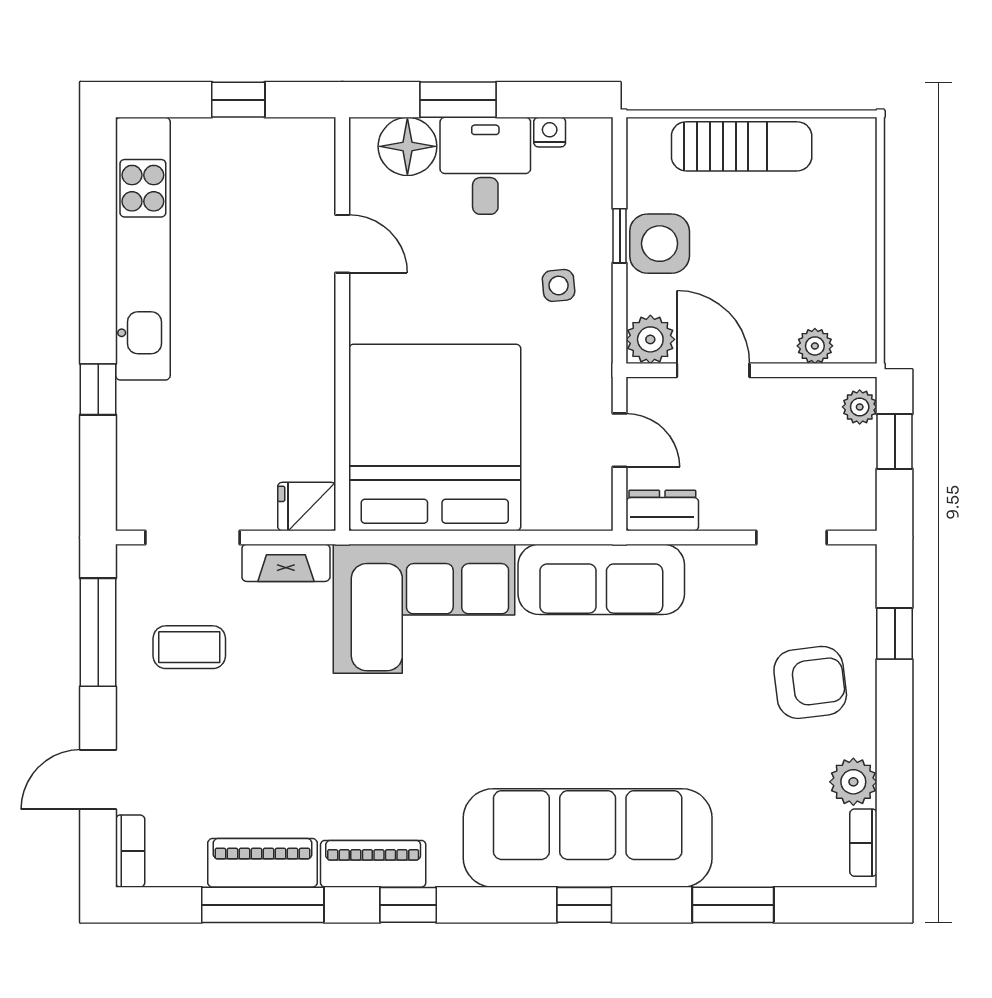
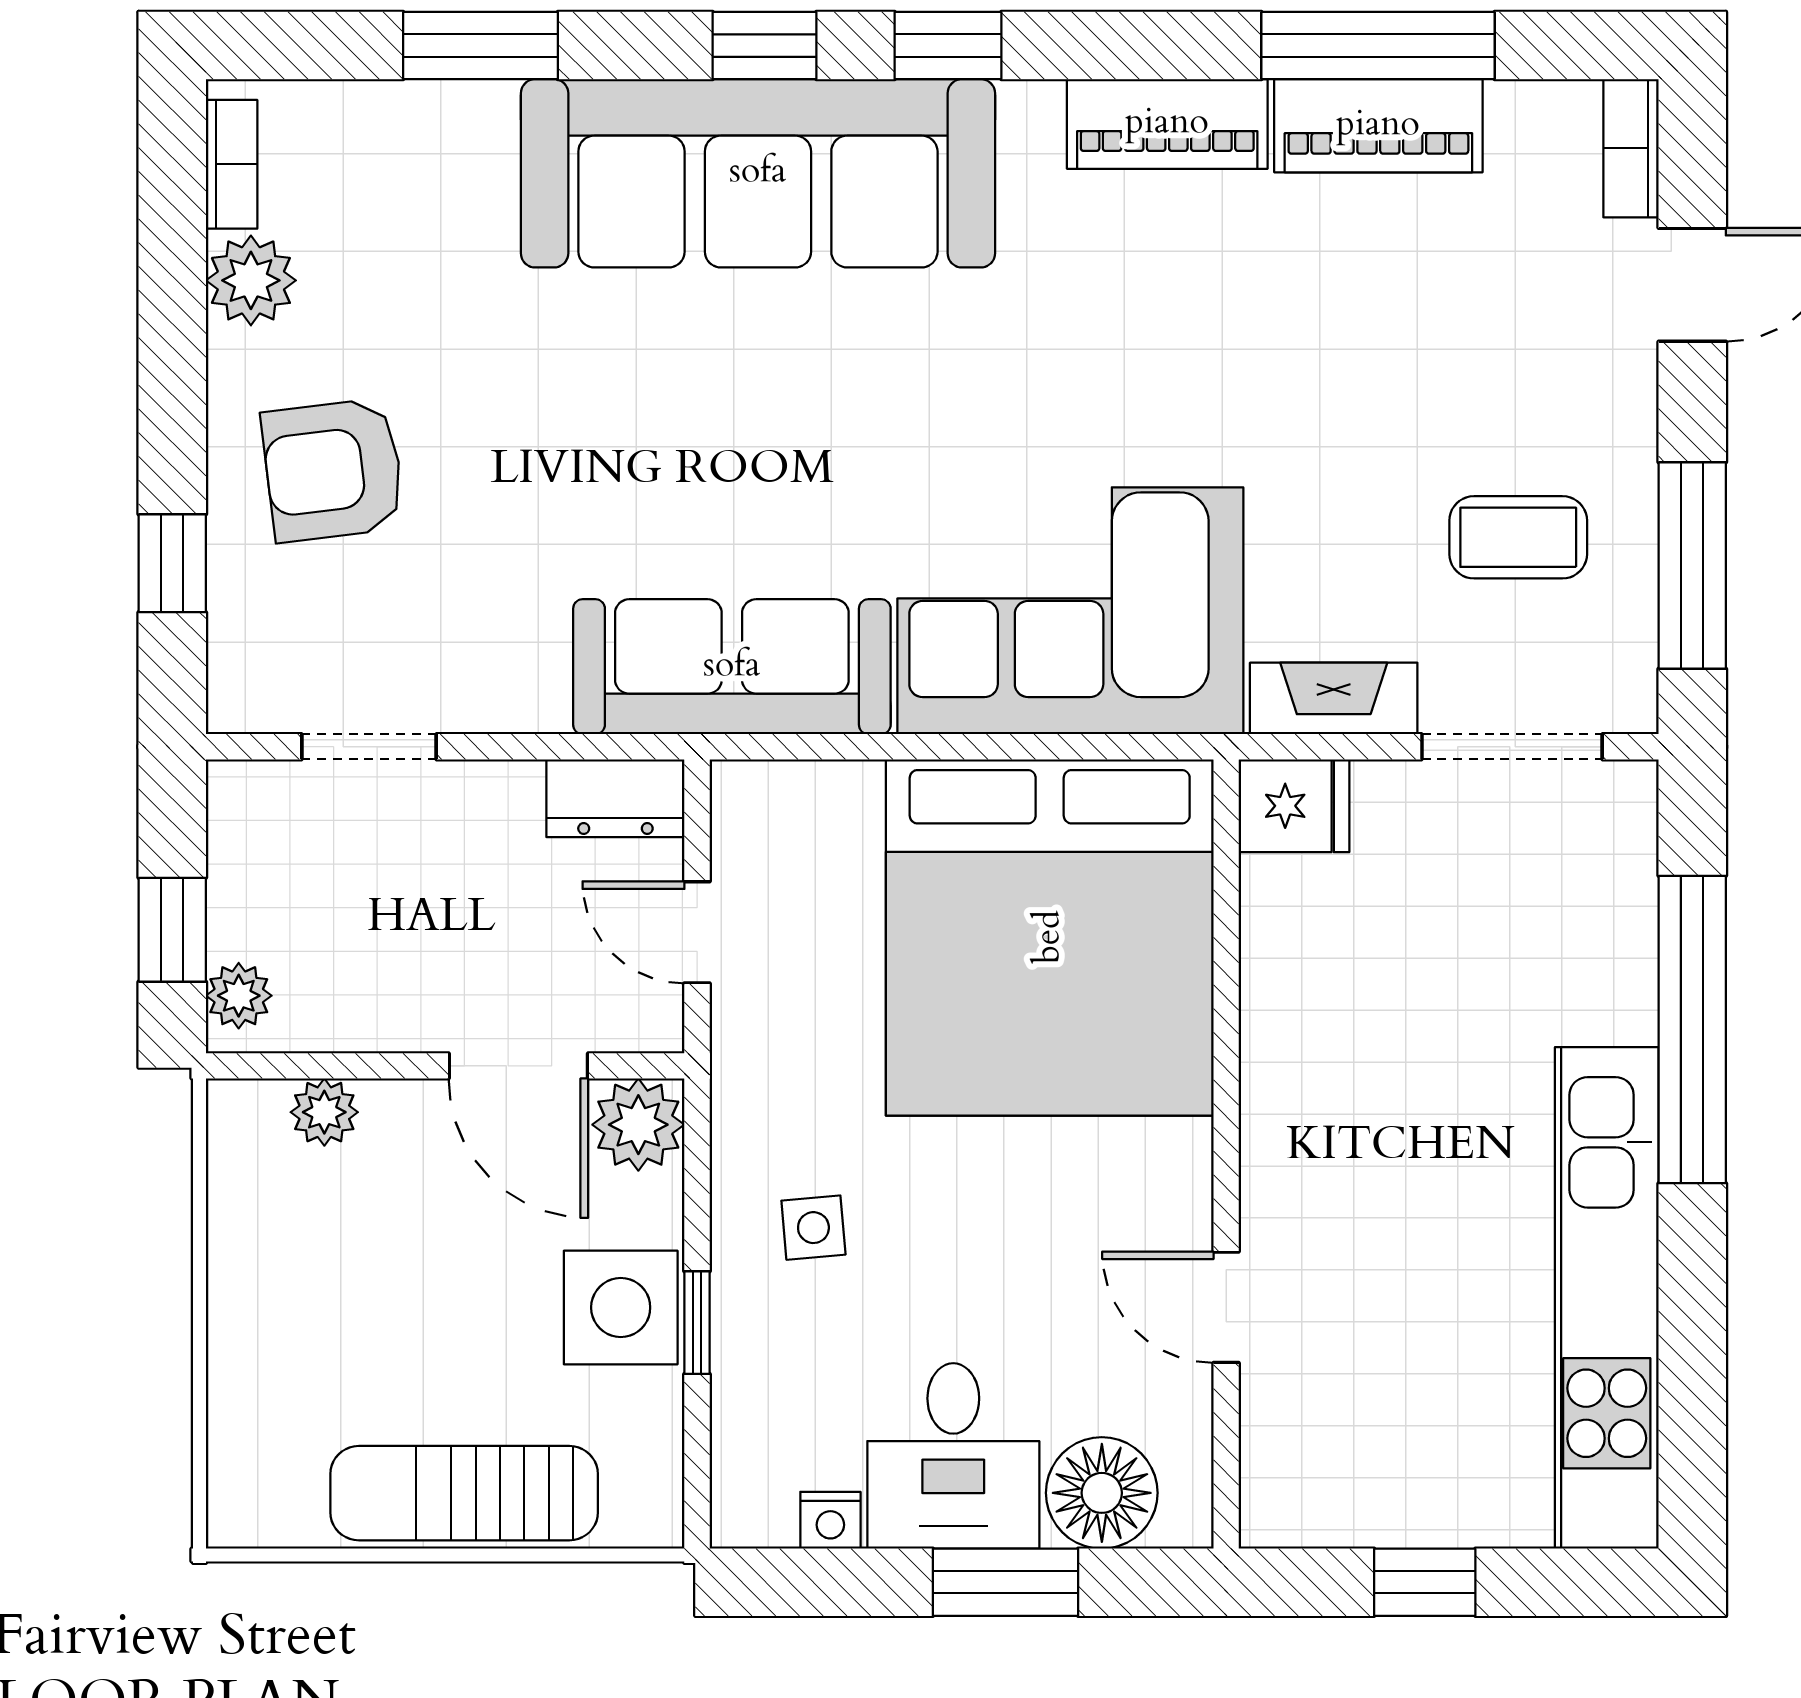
window: (98, 389) -> (1692, 1030), width x3.17
window: (408, 905) -> (948, 46), moved

